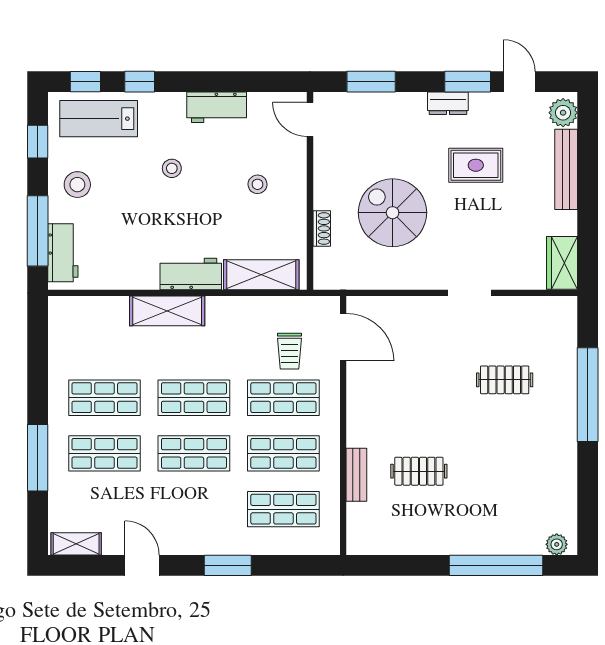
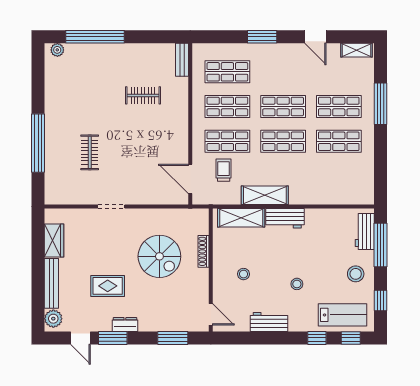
shoe rack: (322, 228) -> (204, 251), width x1.43
wardrobe: (562, 263) -> (54, 240), moved
shelving: (167, 311) -> (265, 195), moved
clothes rail: (505, 380) -> (90, 152), turned 90
bench: (356, 475) -> (182, 60), moved

